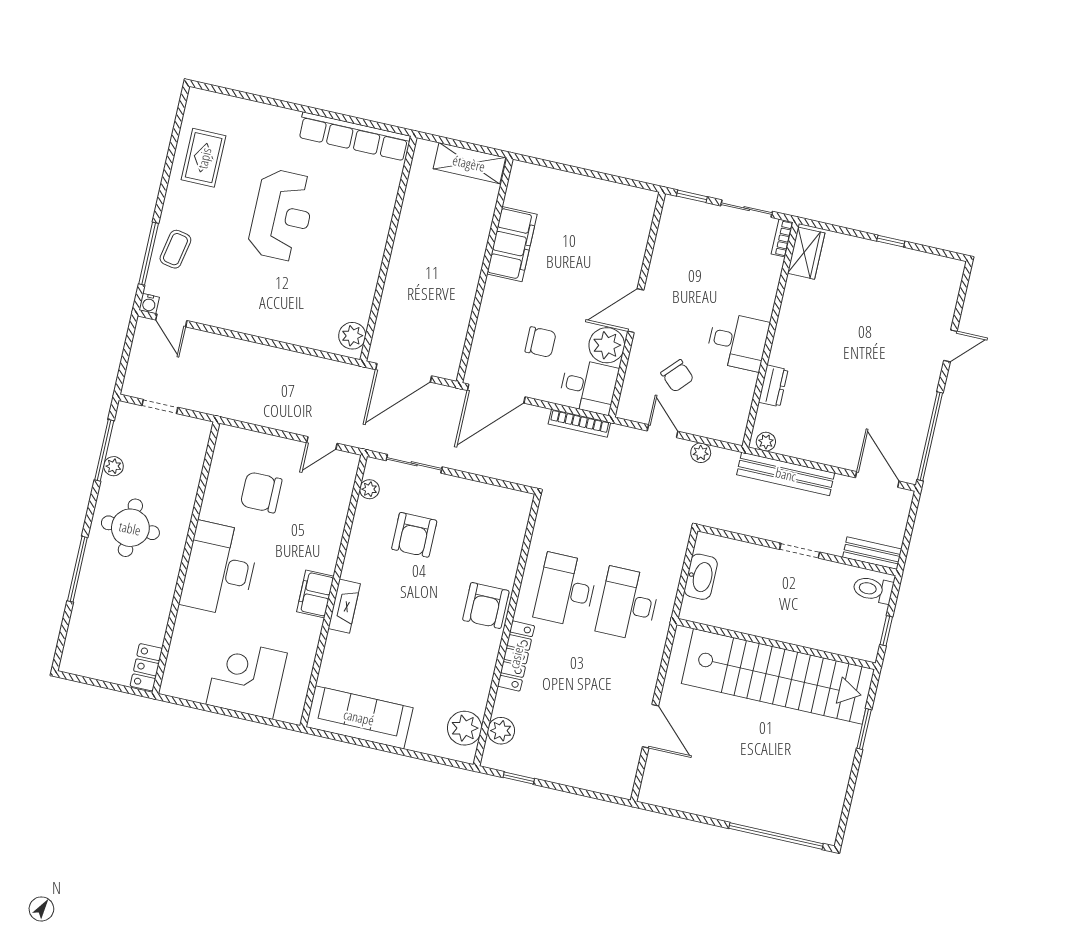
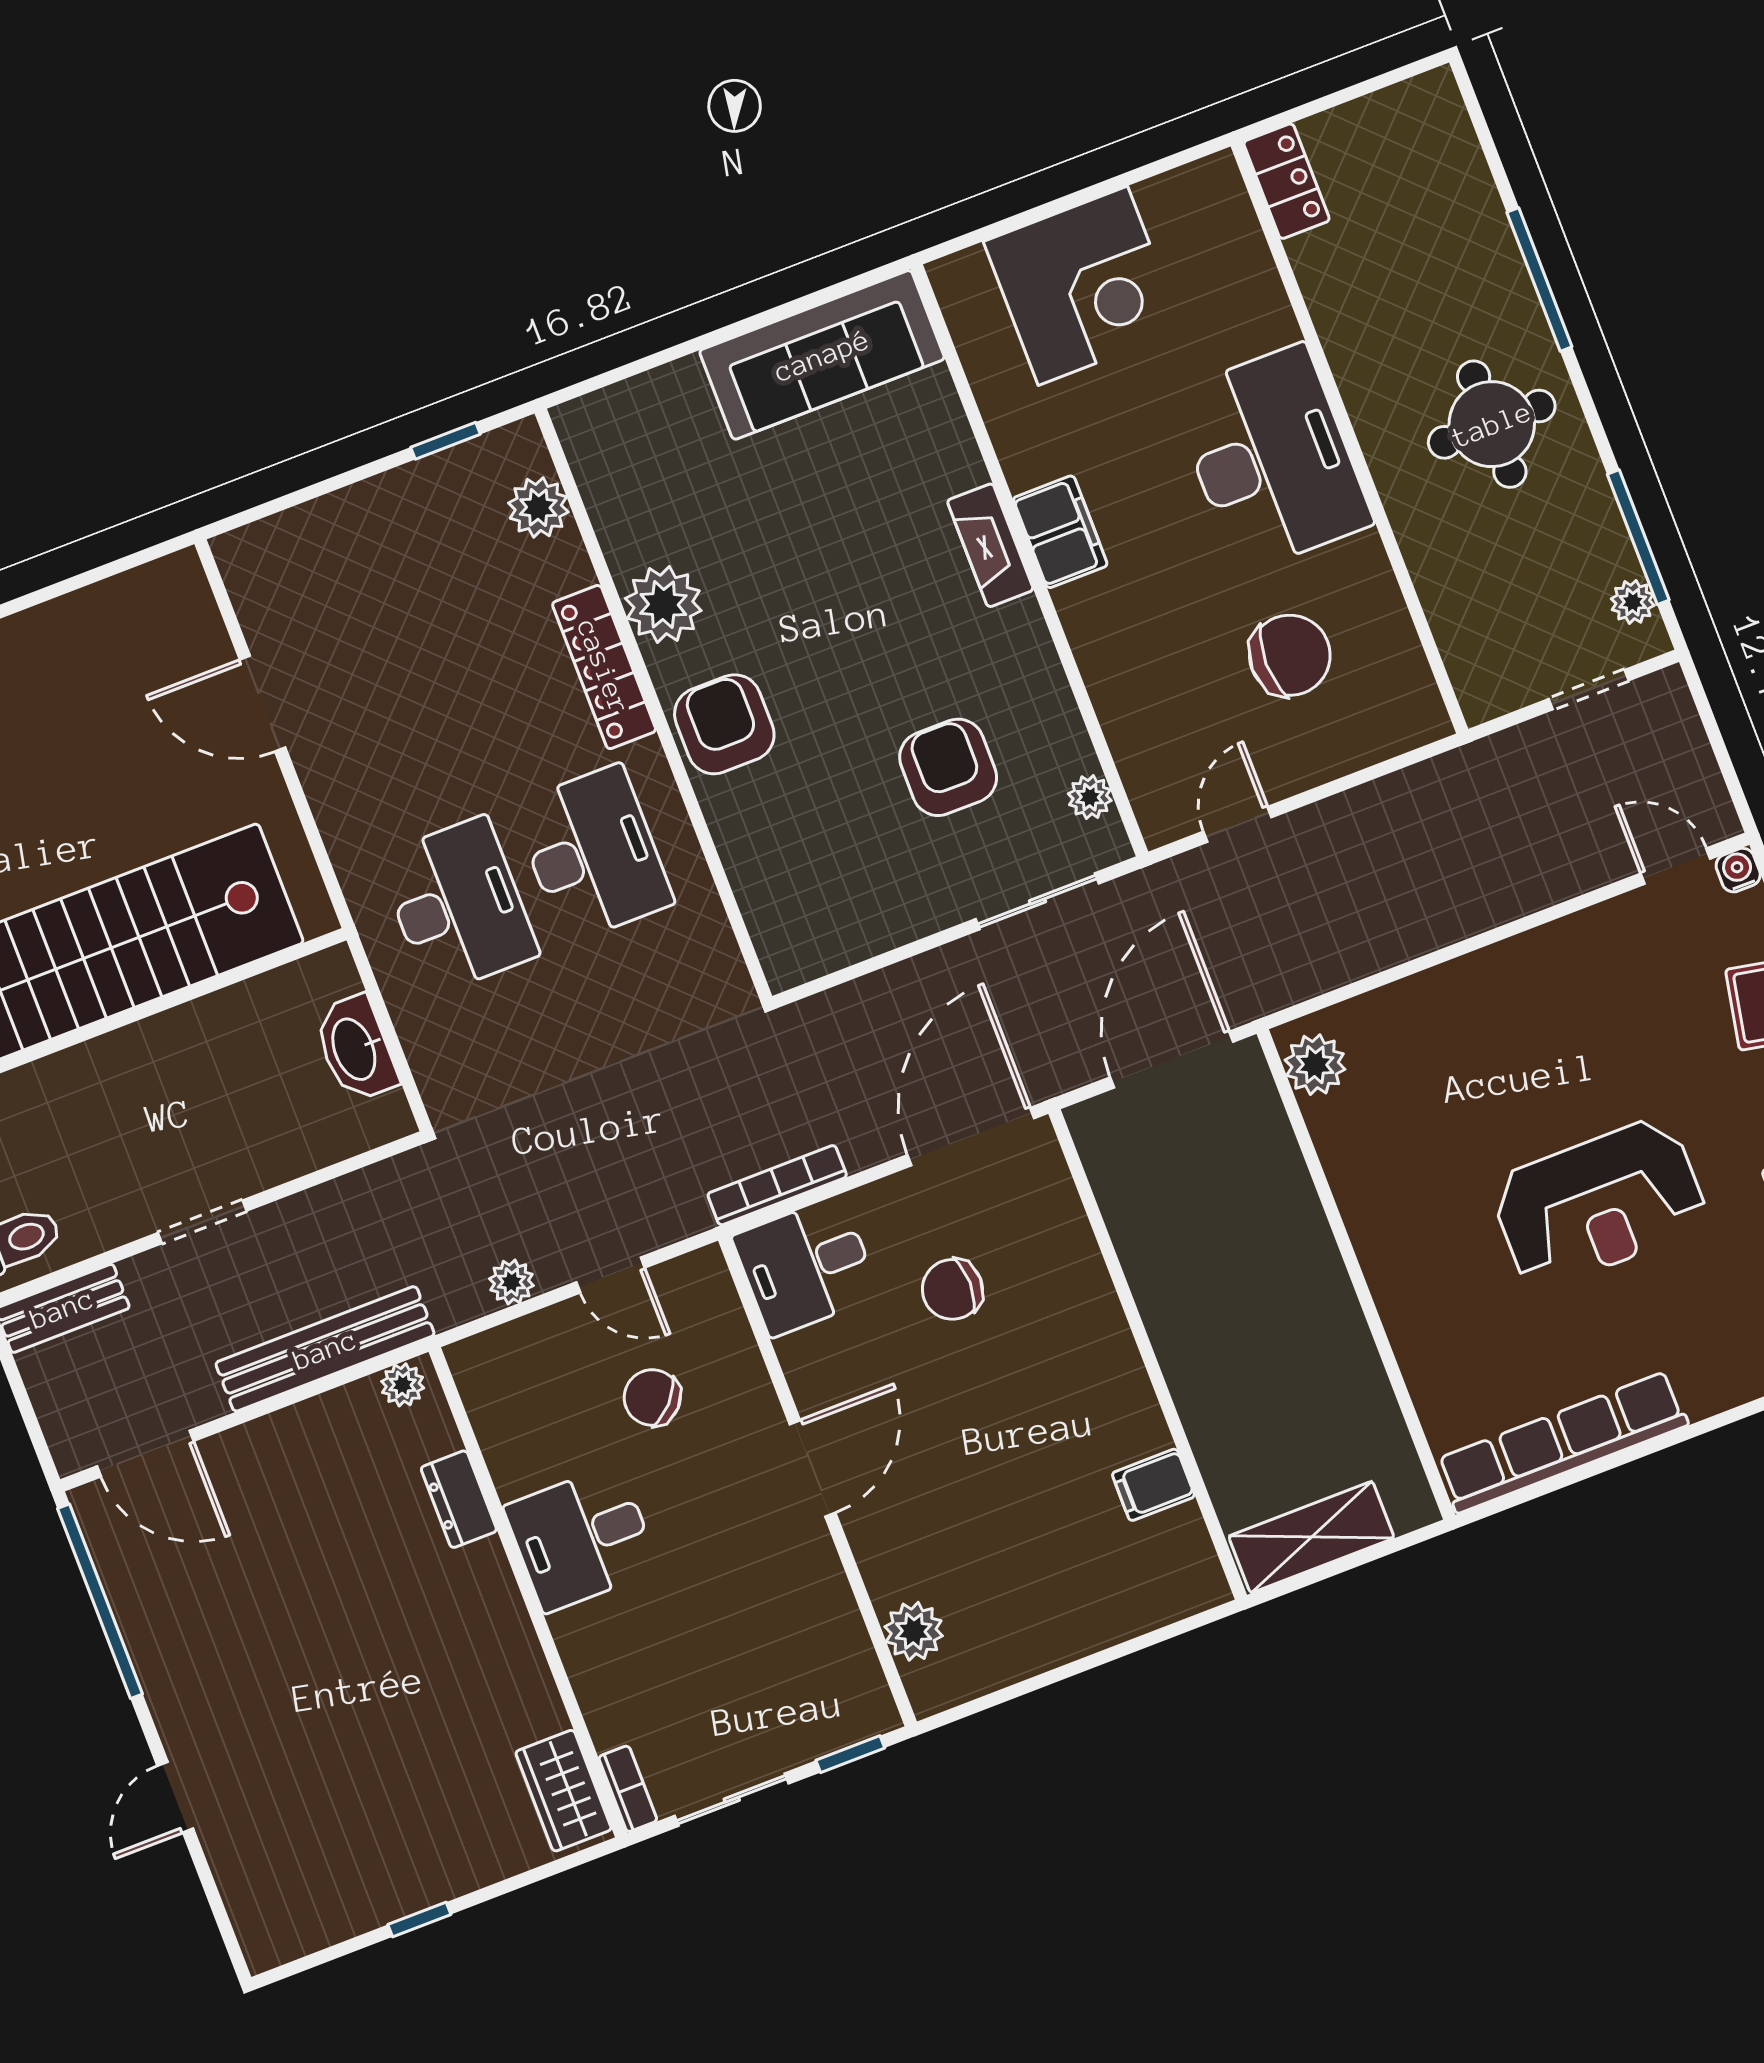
reception desk: (282, 215) -> (1599, 1204), turned -90
filing cabinet: (512, 244) -> (1153, 1485), width x0.33, depth x0.86
plant: (607, 345) -> (914, 1631), moved, width x0.73, depth x0.73
plant: (114, 466) -> (1633, 602), moved
plant: (465, 728) -> (663, 604), moved

